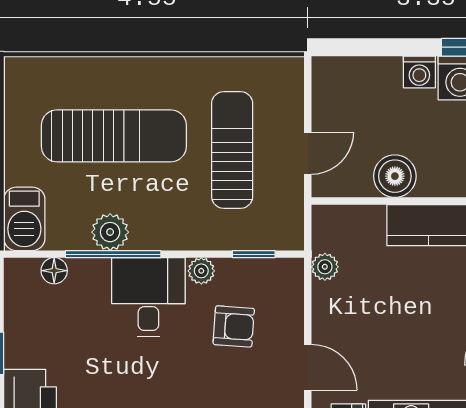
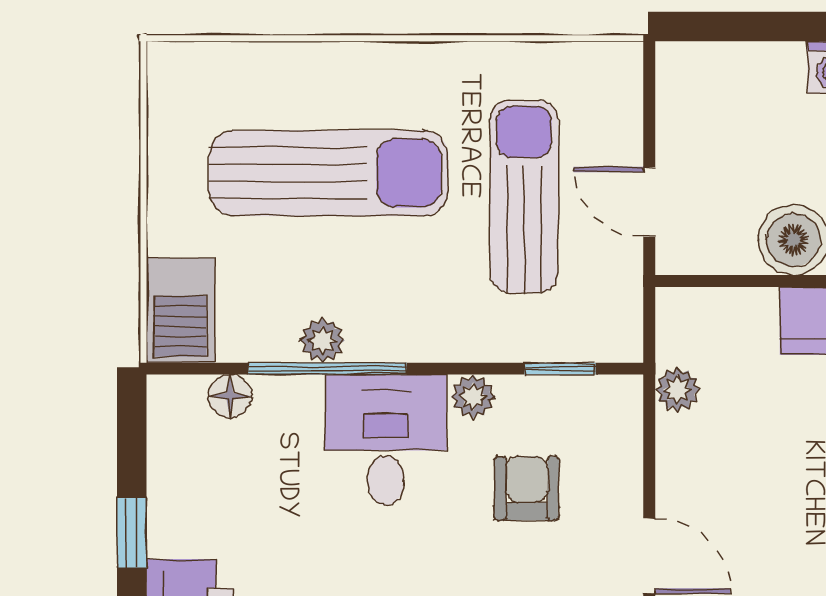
door: (308, 153) -> (649, 202), swing flipped
plant: (110, 232) -> (322, 341), width x0.73, depth x0.73
armchair: (234, 326) -> (527, 488), turned -94

